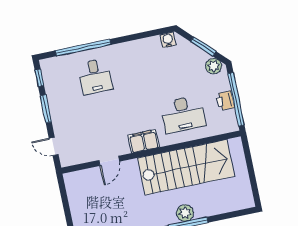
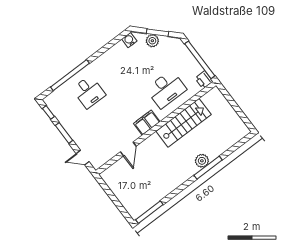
plant: (214, 66) -> (152, 41), moved
printer: (225, 101) -> (204, 80), moved
stairs: (186, 167) -> (184, 123), width x0.73, depth x0.66

